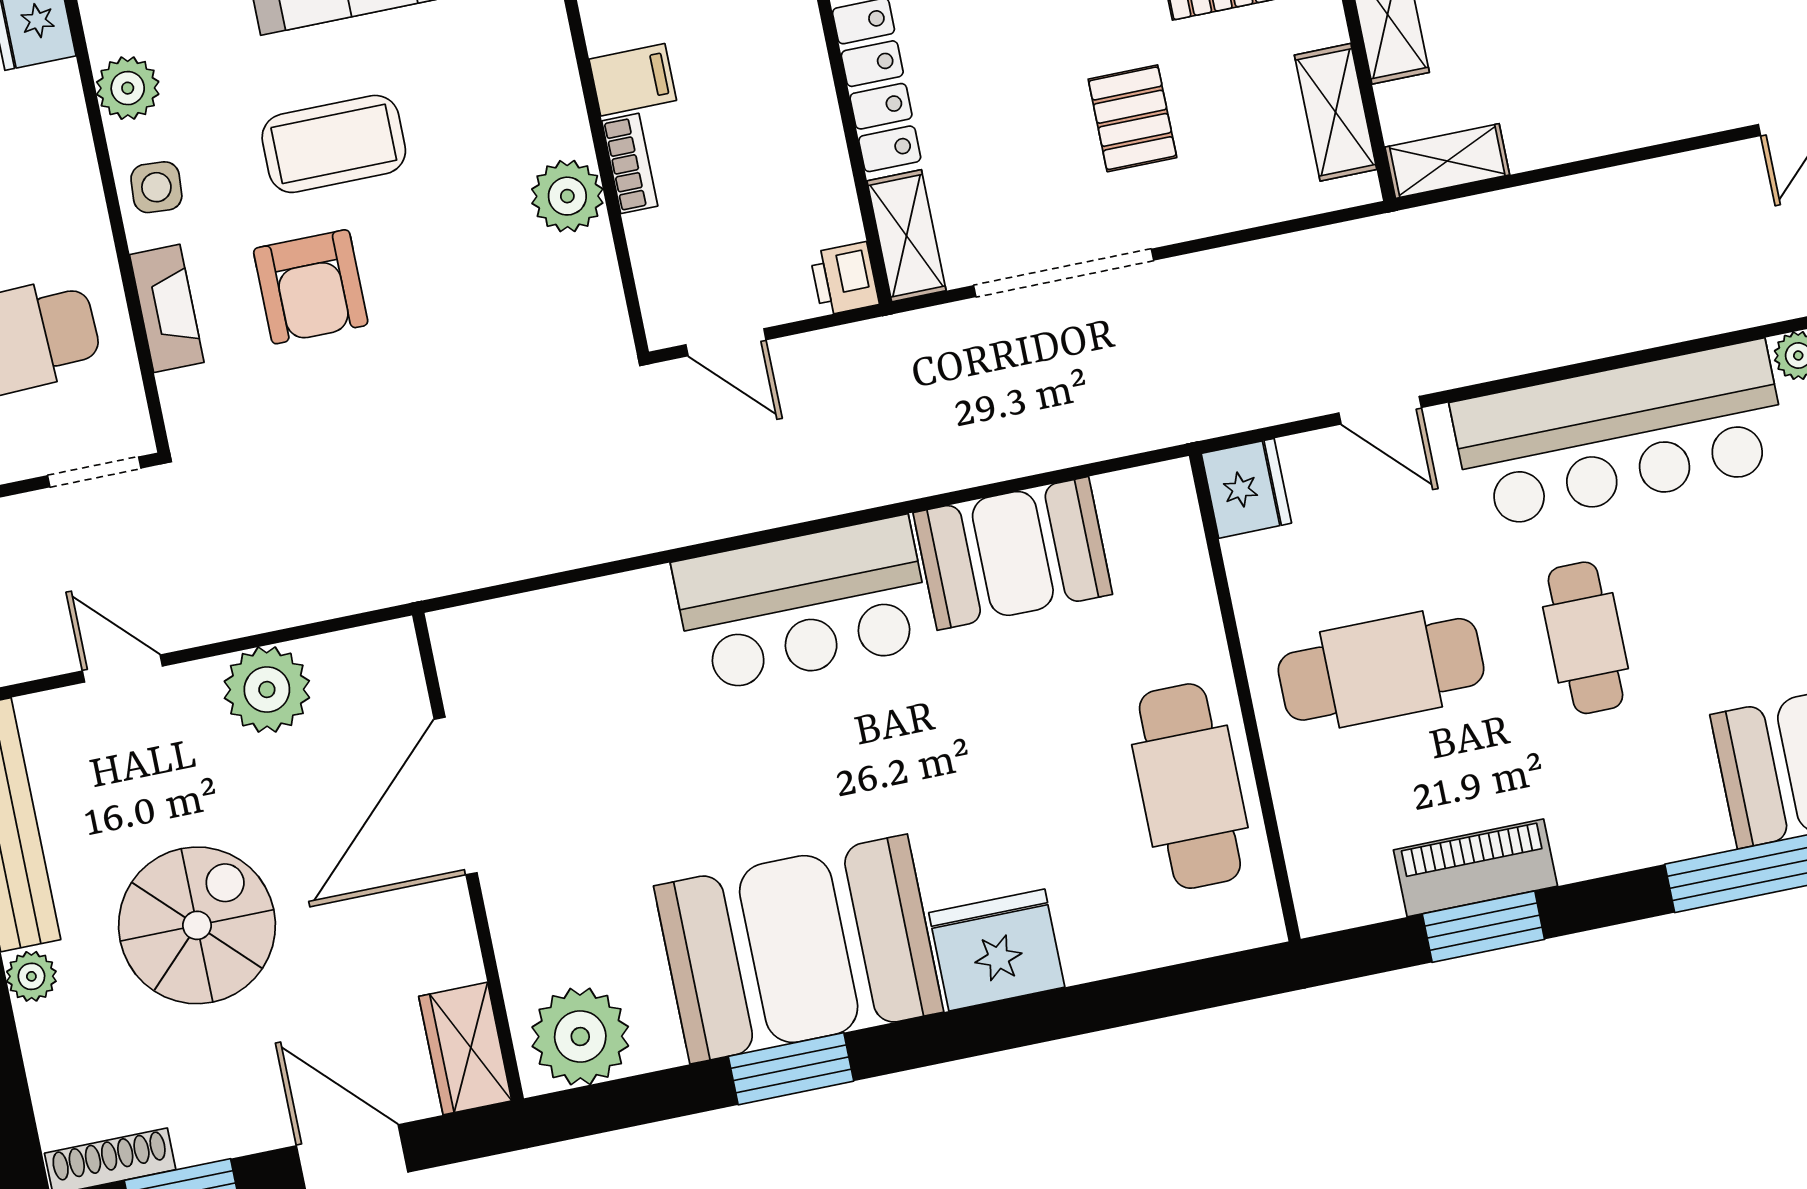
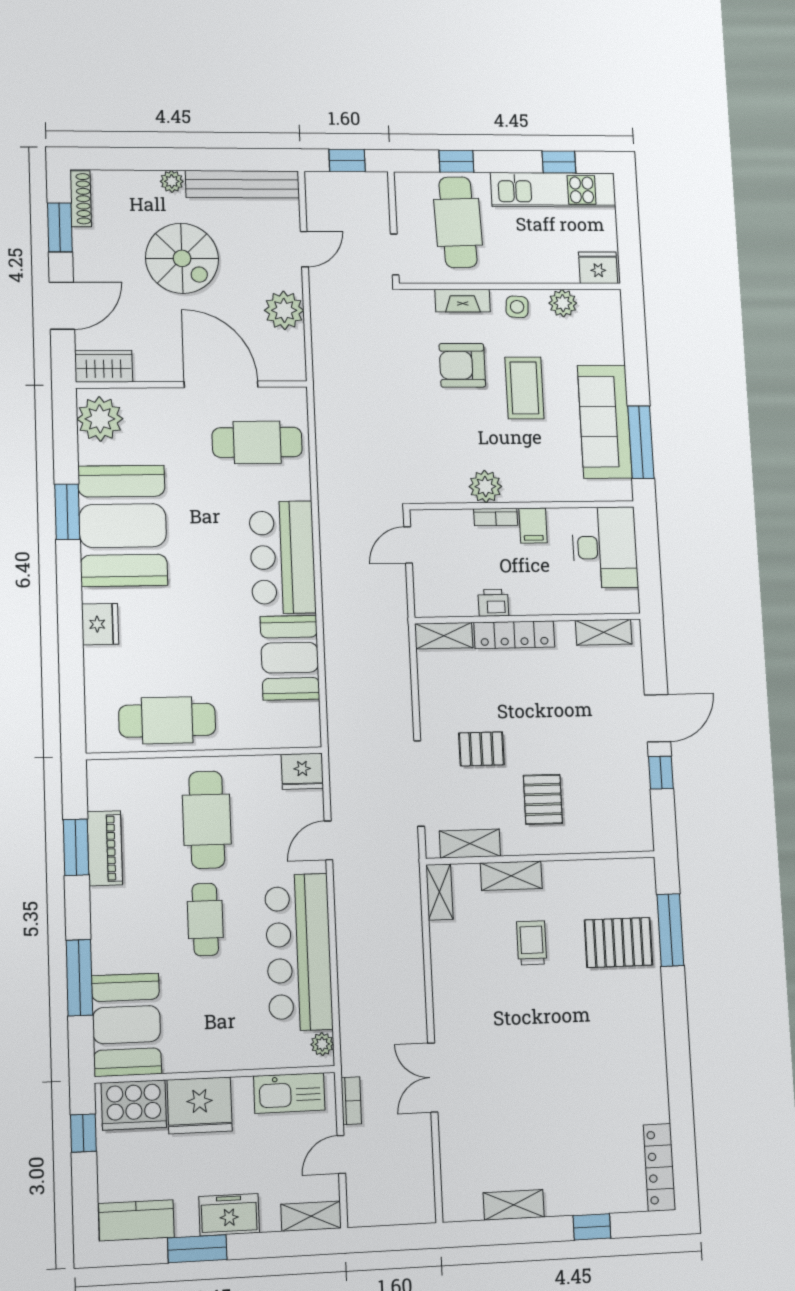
doorway: (1064, 273) -> (419, 783), moved
printer: (844, 279) -> (493, 603), moved
cafe table: (1586, 638) -> (205, 919), turned 90
cafe table: (566, 699) -> (257, 442), added
fridge: (997, 950) -> (100, 624), width x0.73, depth x0.75

